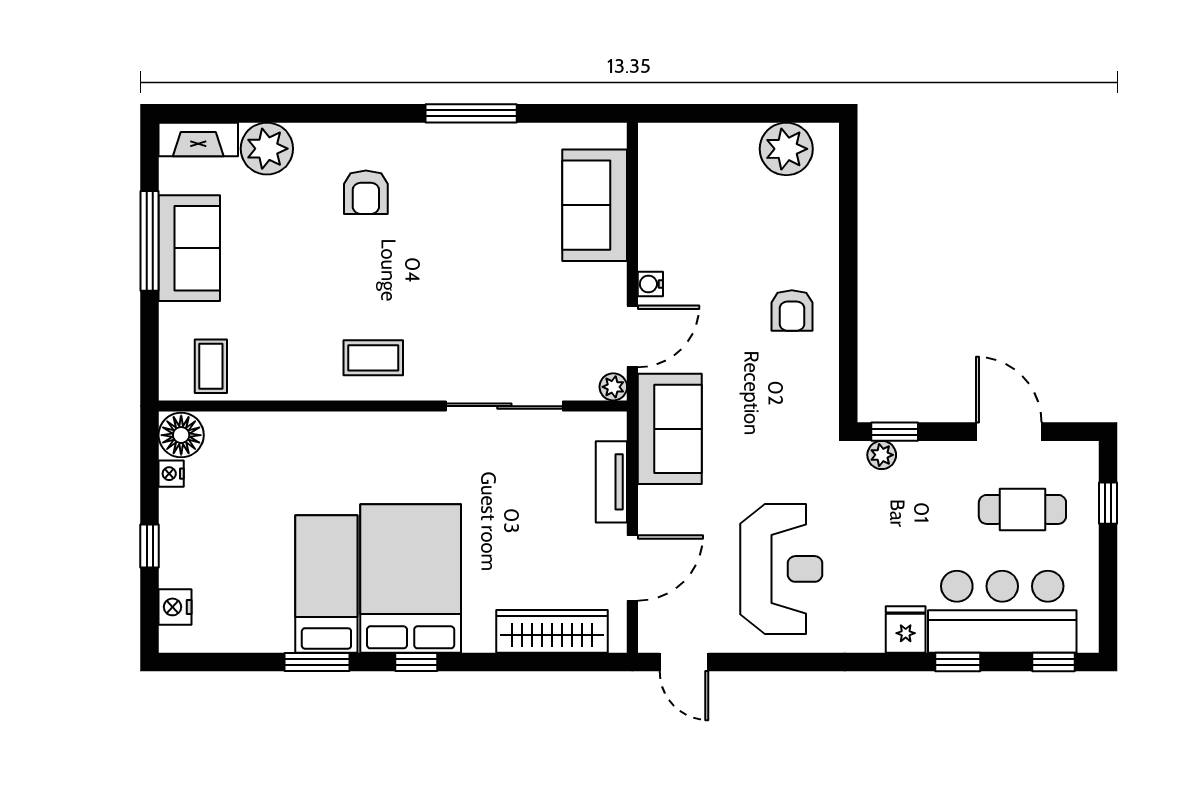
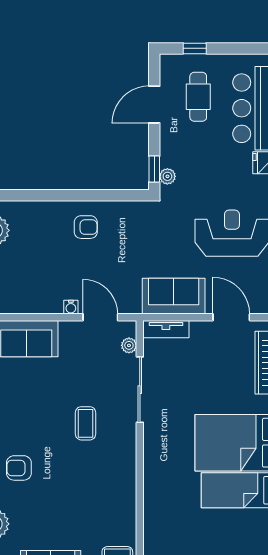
armchair: (366, 192) -> (19, 468), turned 180
coffee table: (373, 358) -> (86, 423), moved
plant: (613, 387) -> (129, 345), moved
sofa: (670, 429) -> (174, 296), moved
tv unit: (611, 482) -> (166, 329), moved

